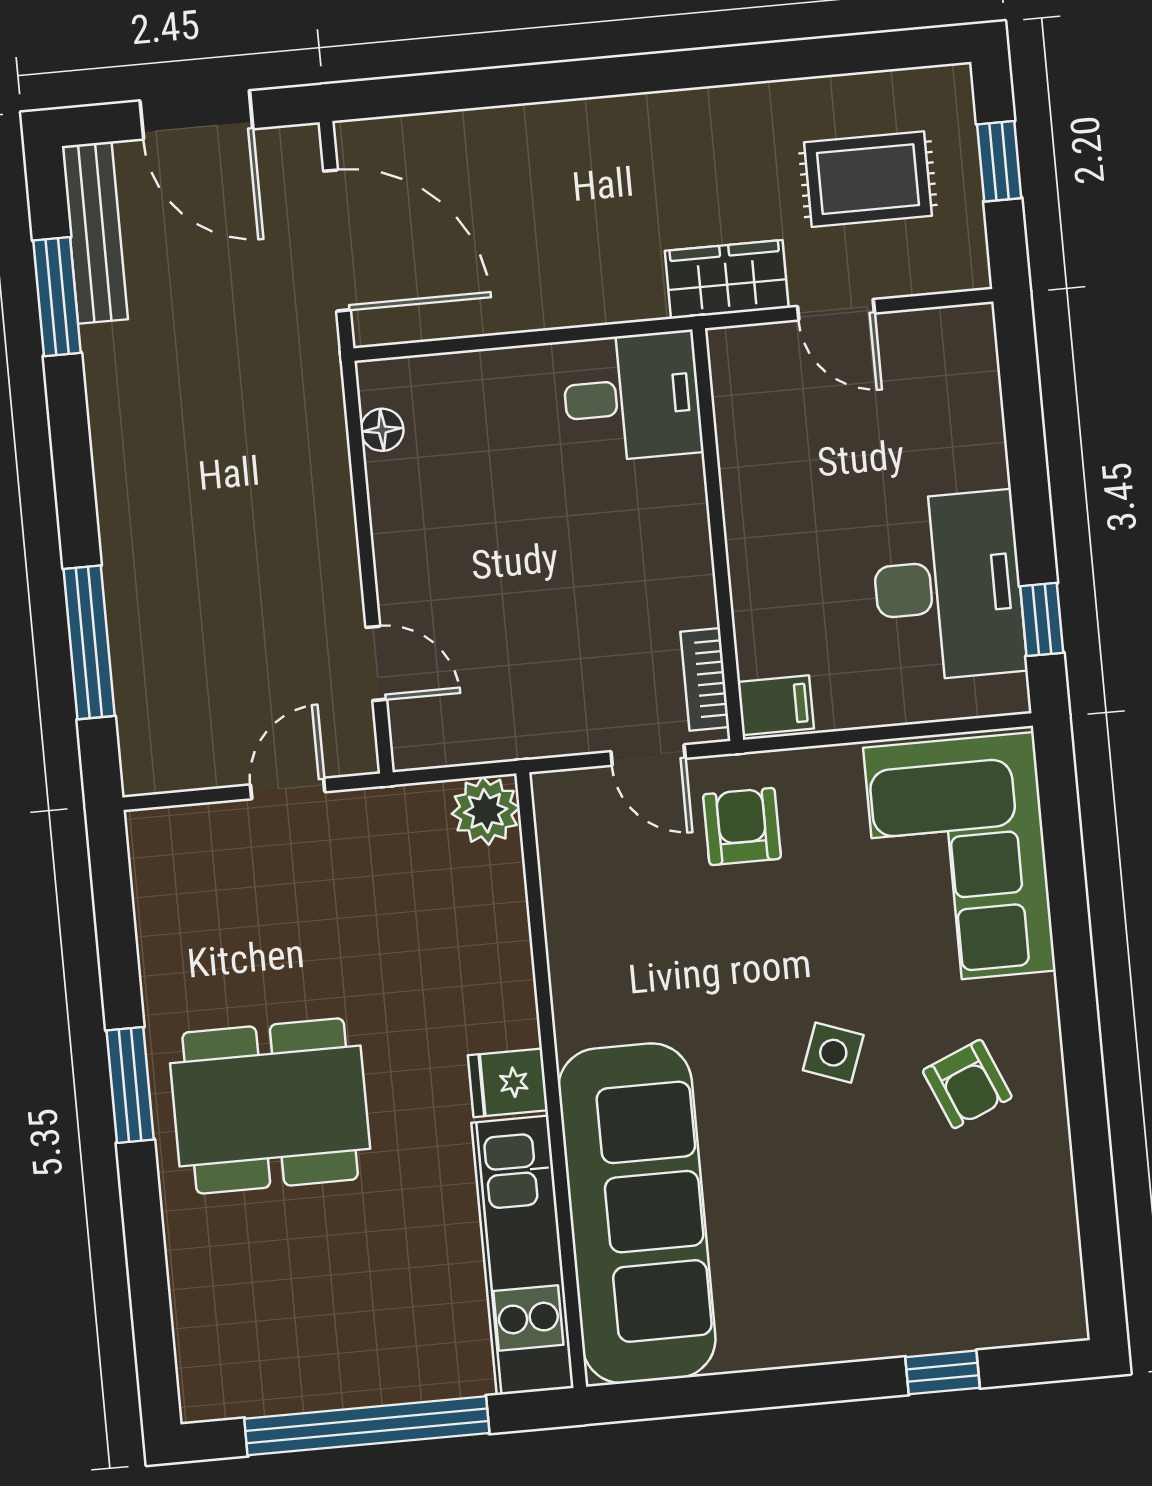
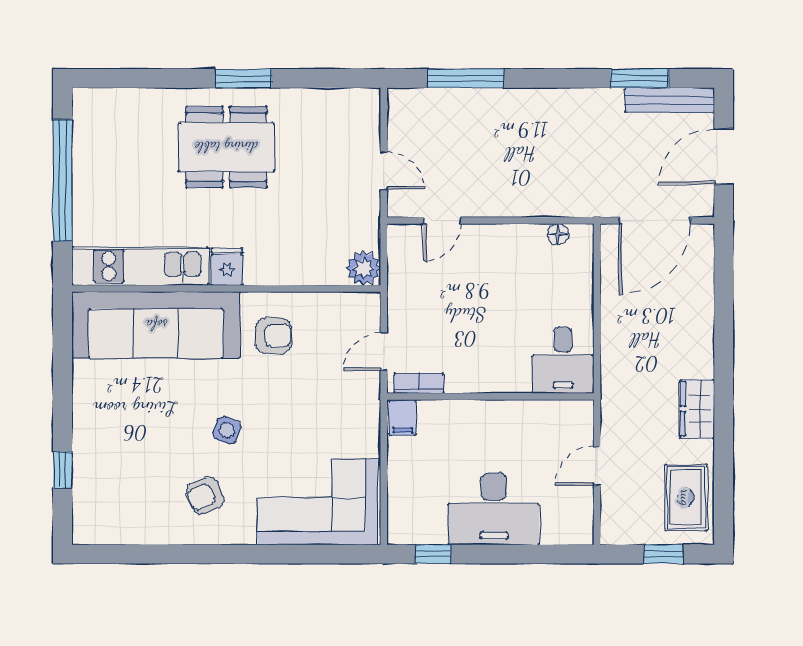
rug: (868, 179) -> (686, 498), moved
wardrobe: (727, 279) -> (697, 409), moved, turned 180
desk: (948, 586) -> (494, 509), moved
armchair: (742, 826) -> (274, 336), moved
dining table: (270, 1106) -> (226, 147), turned 90

